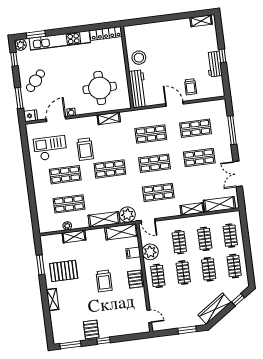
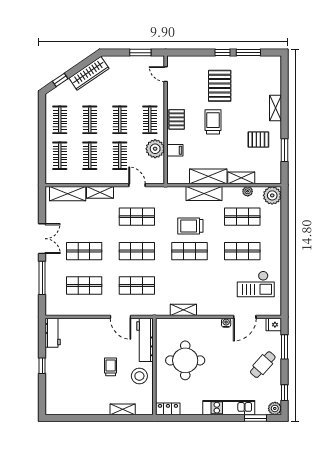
shelving: (201, 21) -> (123, 409), moved
locker: (106, 34) -> (168, 409), width x0.66
kitchen unit: (60, 40) -> (229, 408), width x0.73
workbench: (214, 64) -> (53, 333), moved
trolley: (191, 87) -> (111, 367), moved
round table: (100, 88) -> (185, 360), moved
door: (174, 104) -> (121, 317), moved
trolley: (85, 149) -> (190, 226), moved, turned -90
double door: (238, 174) -> (42, 239), moved
plant: (127, 215) -> (272, 195), moved
door: (148, 221) -> (137, 185), moved
shelving: (121, 232) -> (208, 176), moved
pallet: (64, 271) -> (258, 140), width x0.67, depth x0.71
pallet: (91, 329) -> (220, 86), moved, width x1.50, depth x1.42
window: (187, 330) -> (140, 53), moved
window: (70, 345) -> (248, 53), moved

